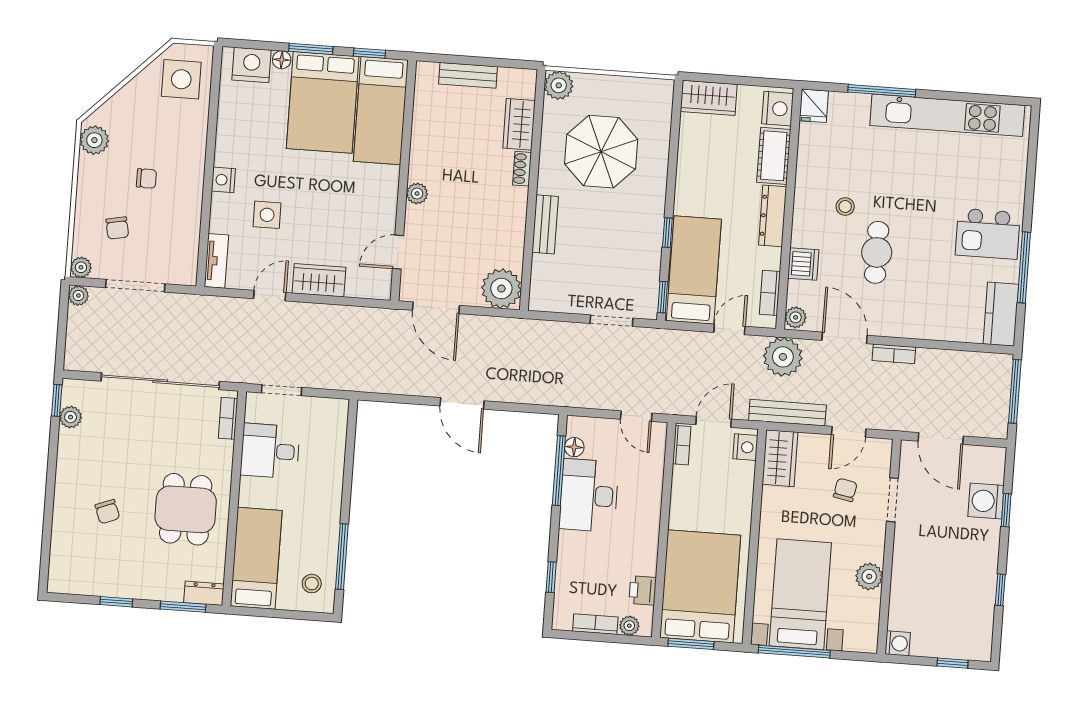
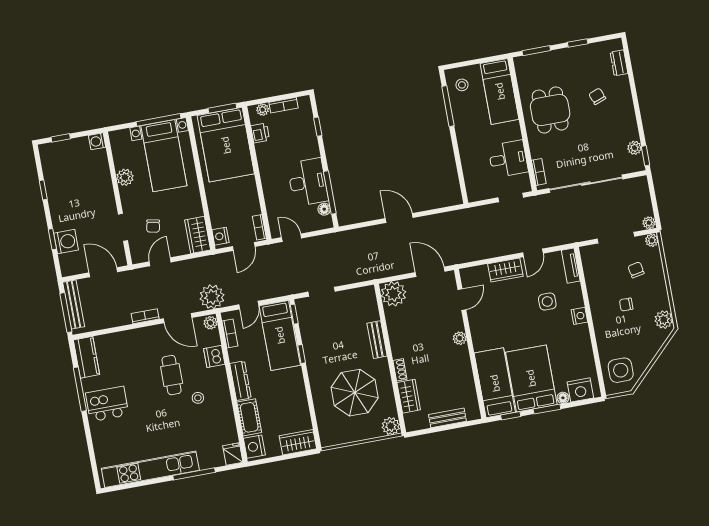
bench: (787, 413) -> (74, 304), moved, turned 90
dresser: (204, 593) -> (619, 63), moved, turned 90

